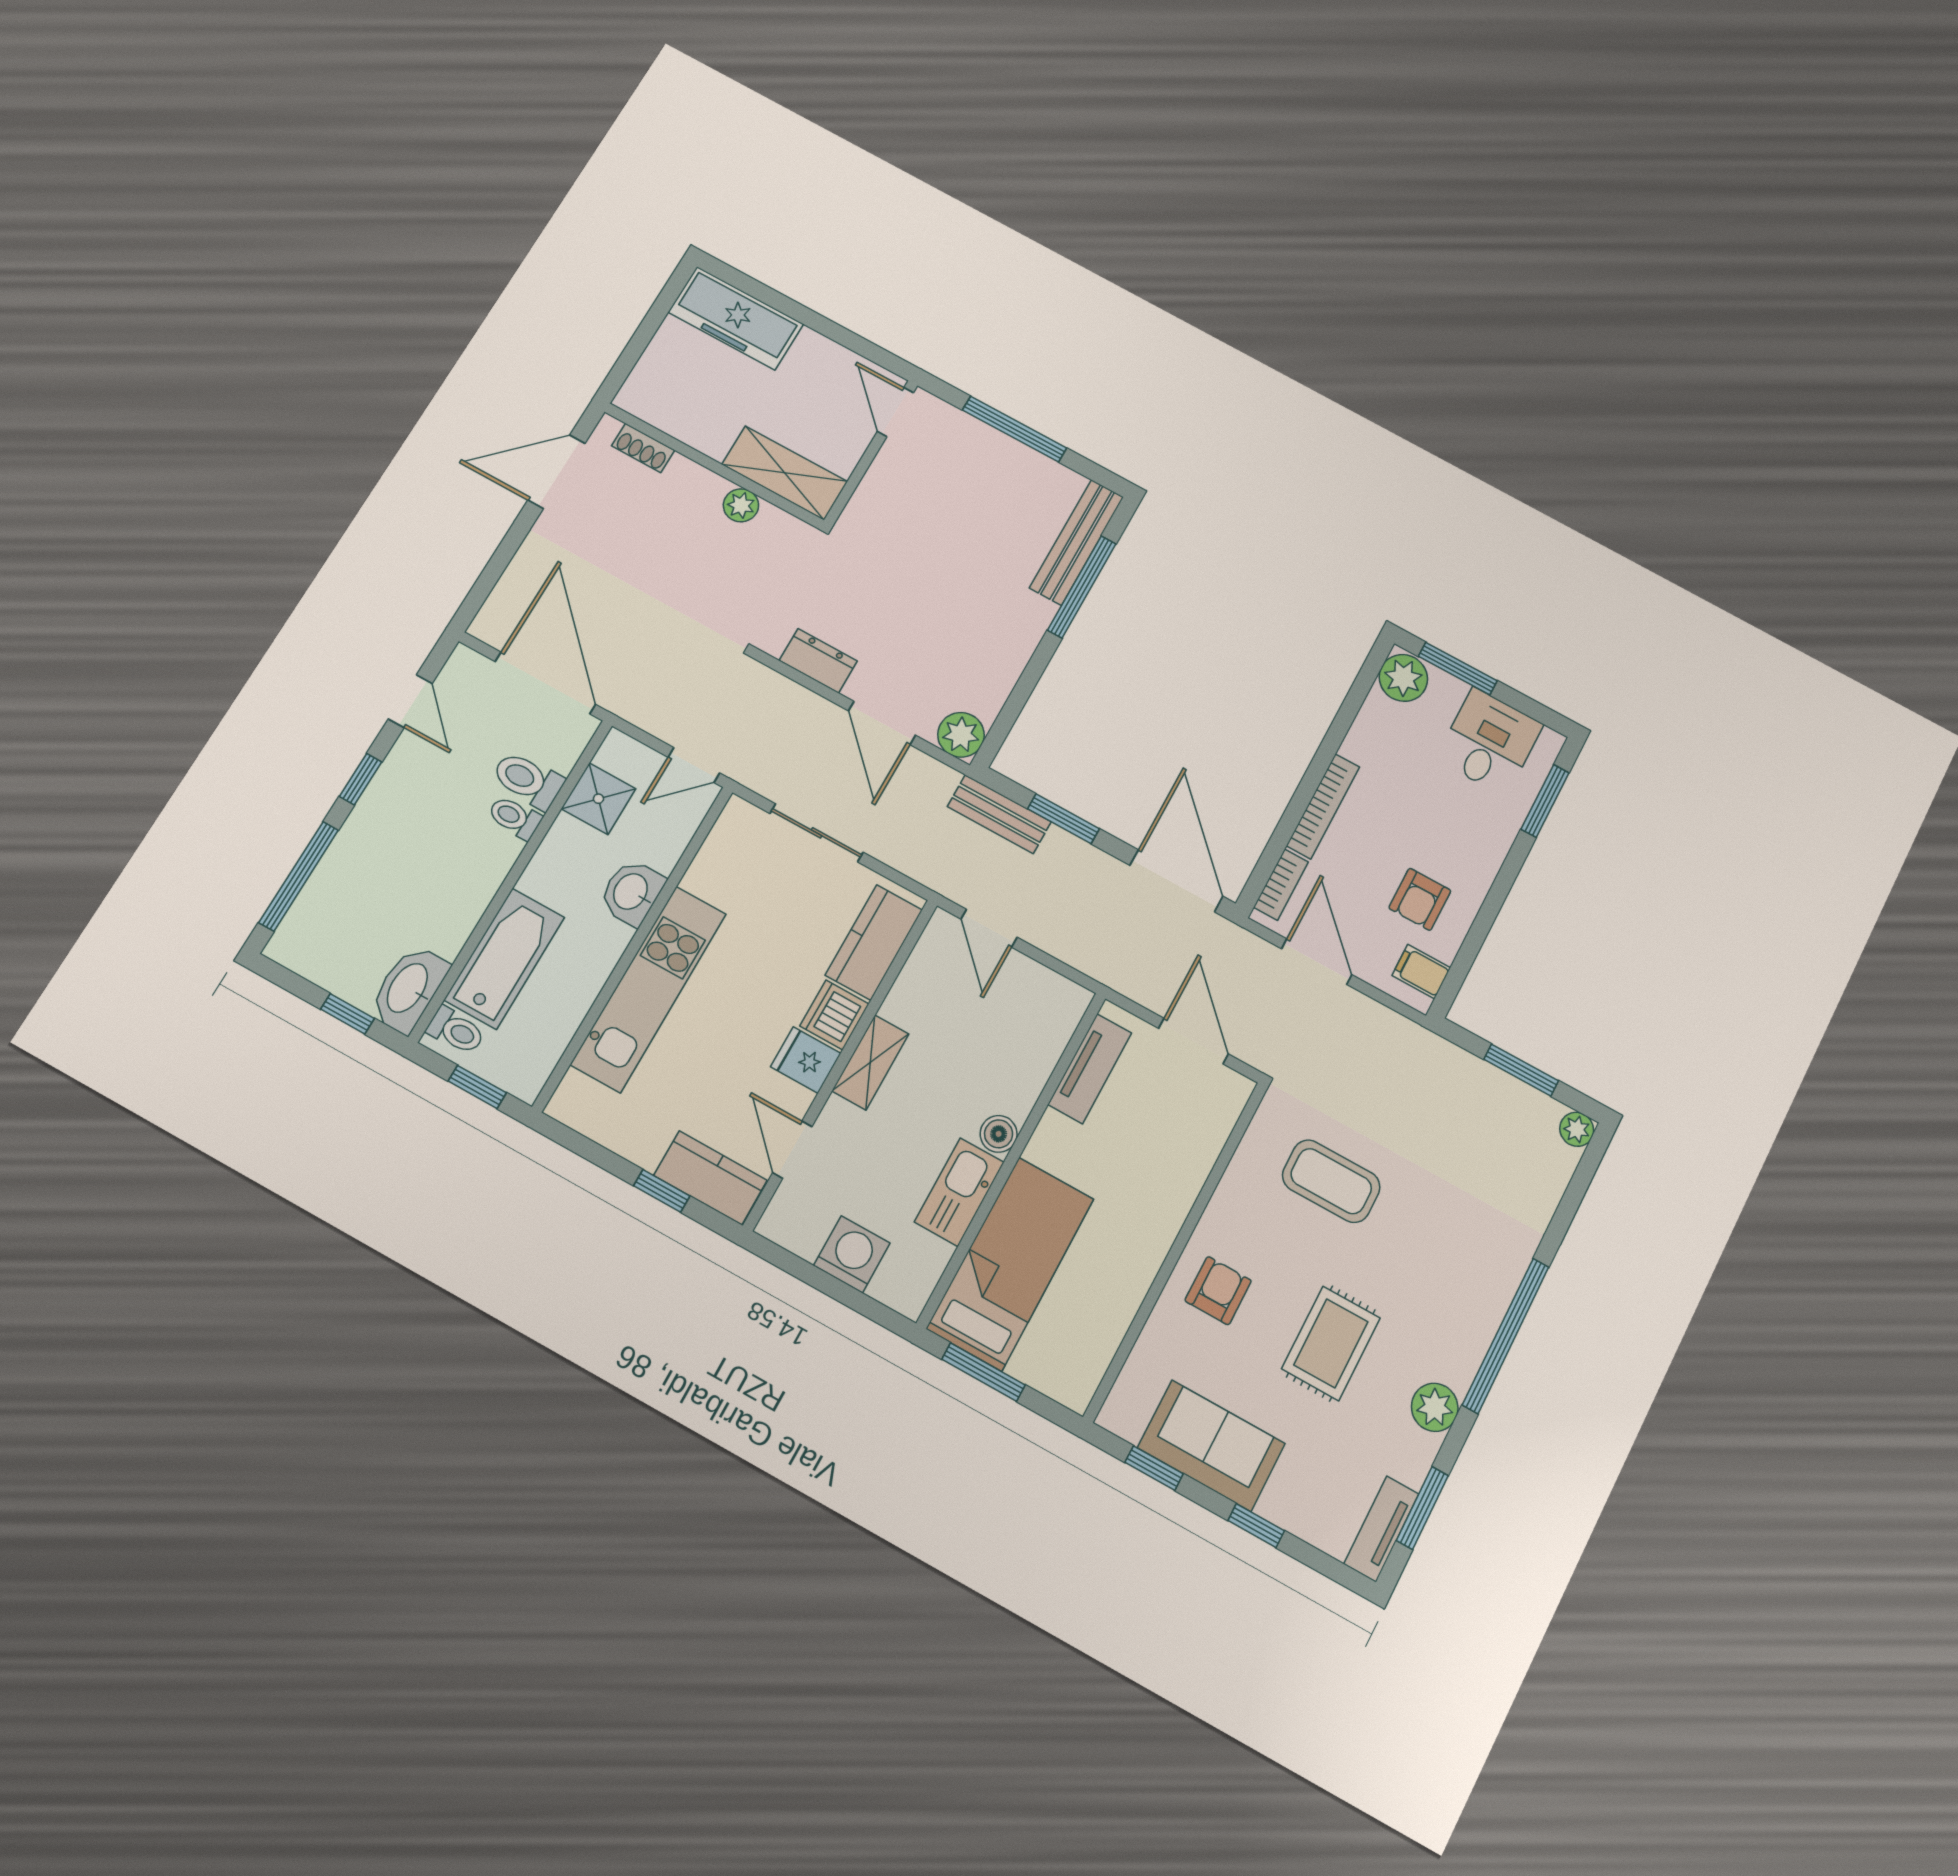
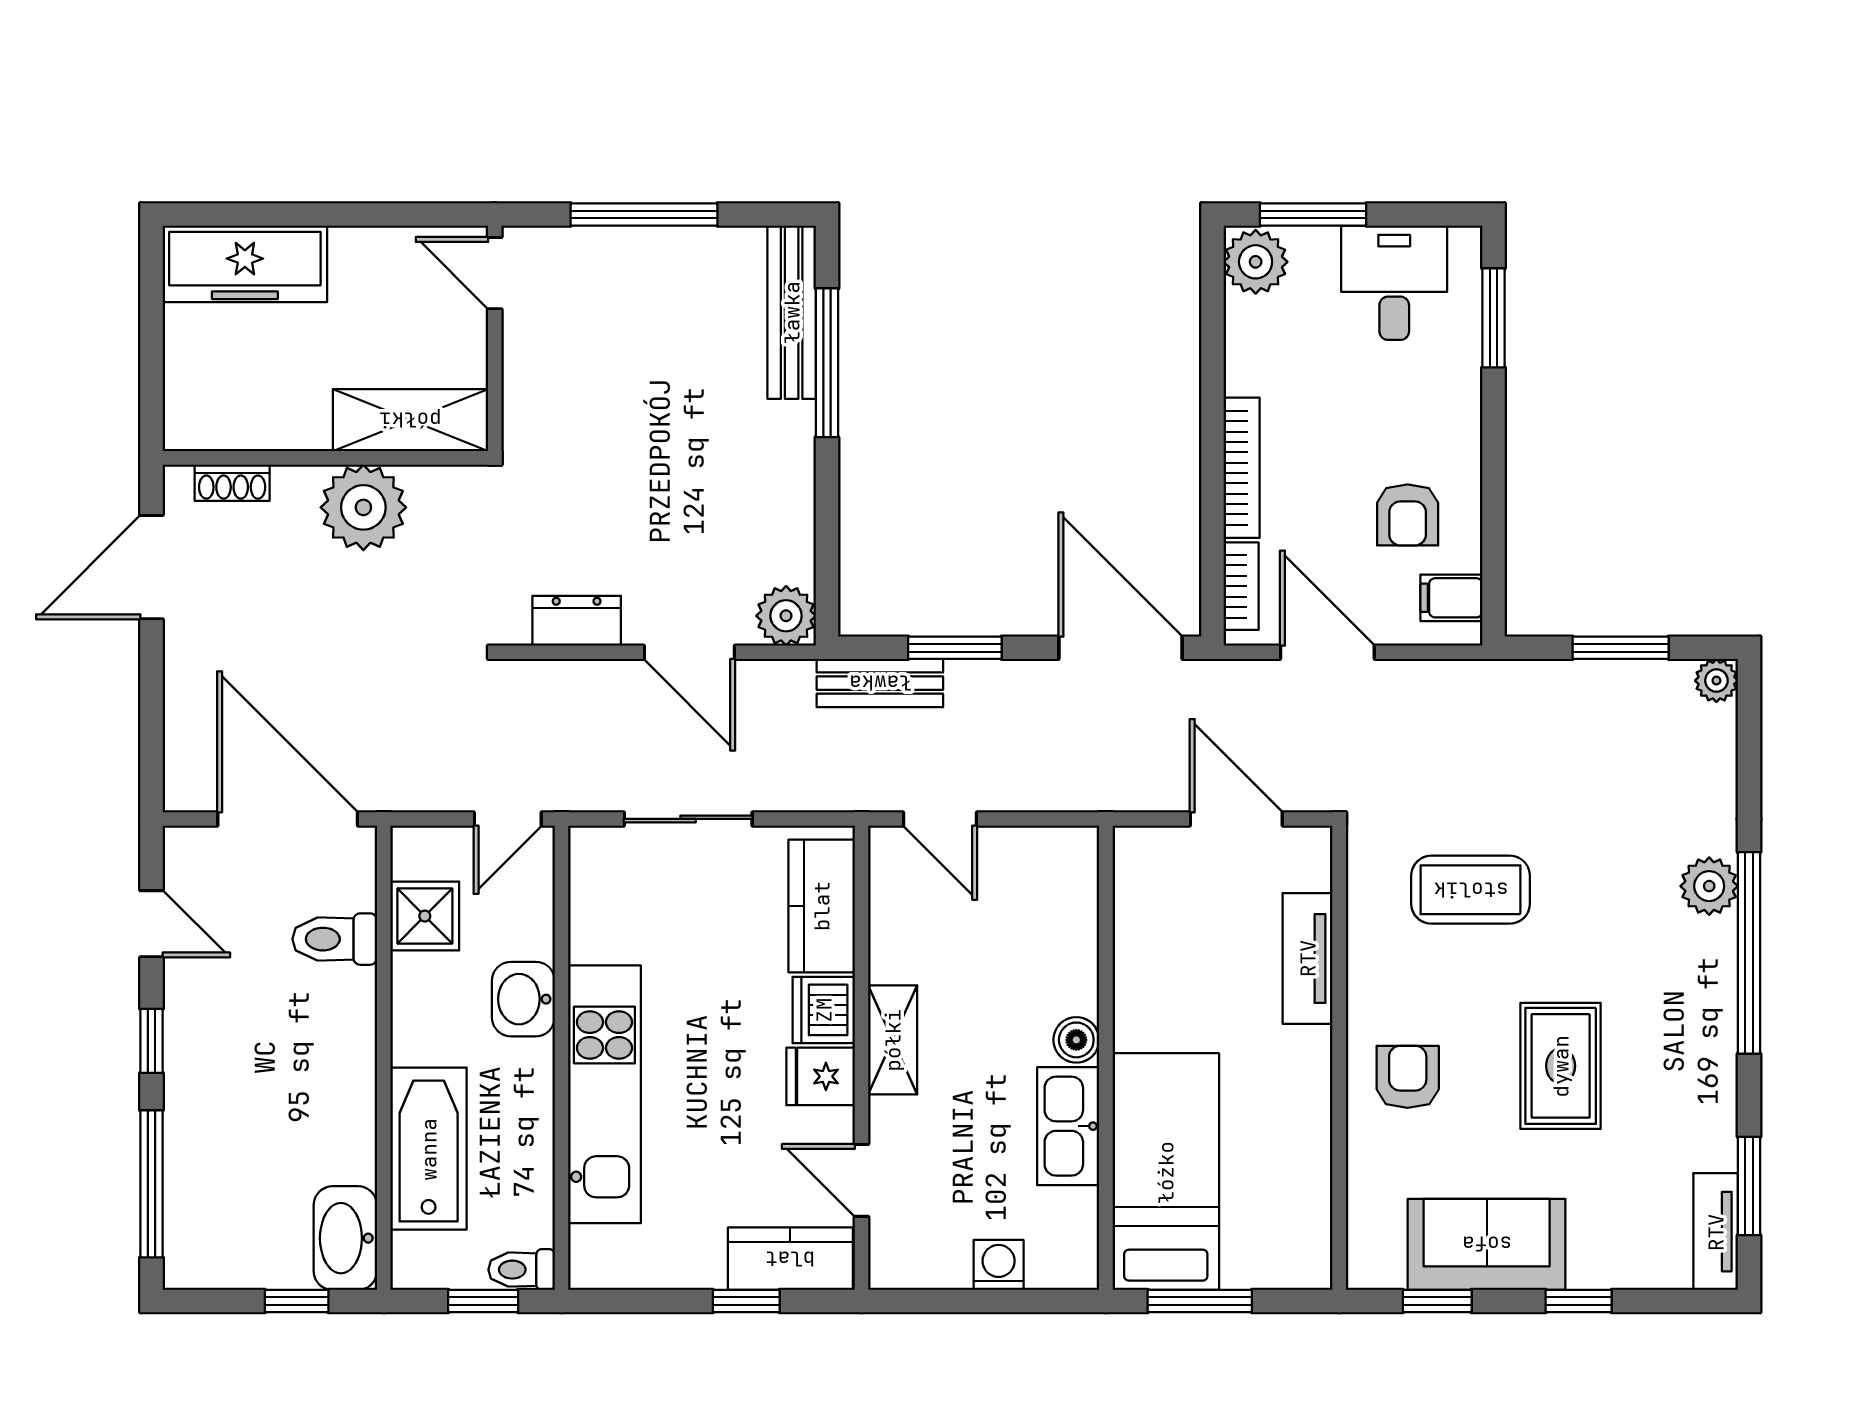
plant: (741, 505) -> (363, 507), width x1.87, depth x1.87
toilet: (515, 817) -> (346, 989), removed
toilet: (456, 1031) -> (522, 1270), moved, turned 180
tv unit: (1090, 1069) -> (1308, 958), moved, turned 180
washing machine: (852, 1254) -> (999, 1265), width x0.73, depth x0.73
plant: (1435, 1407) -> (1709, 886), moved

